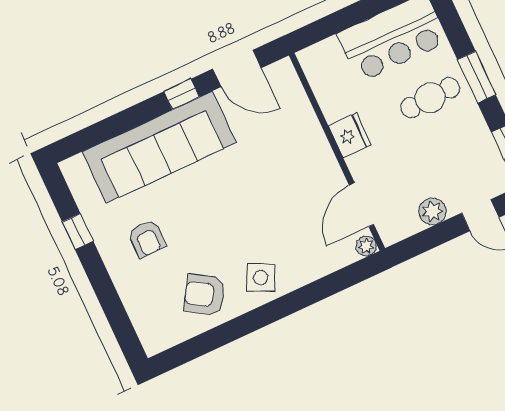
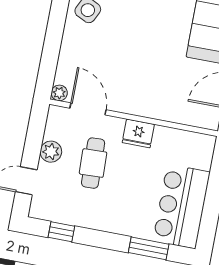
window: (477, 77) -> (149, 248), moved
cafe table: (430, 98) -> (93, 163), moved

